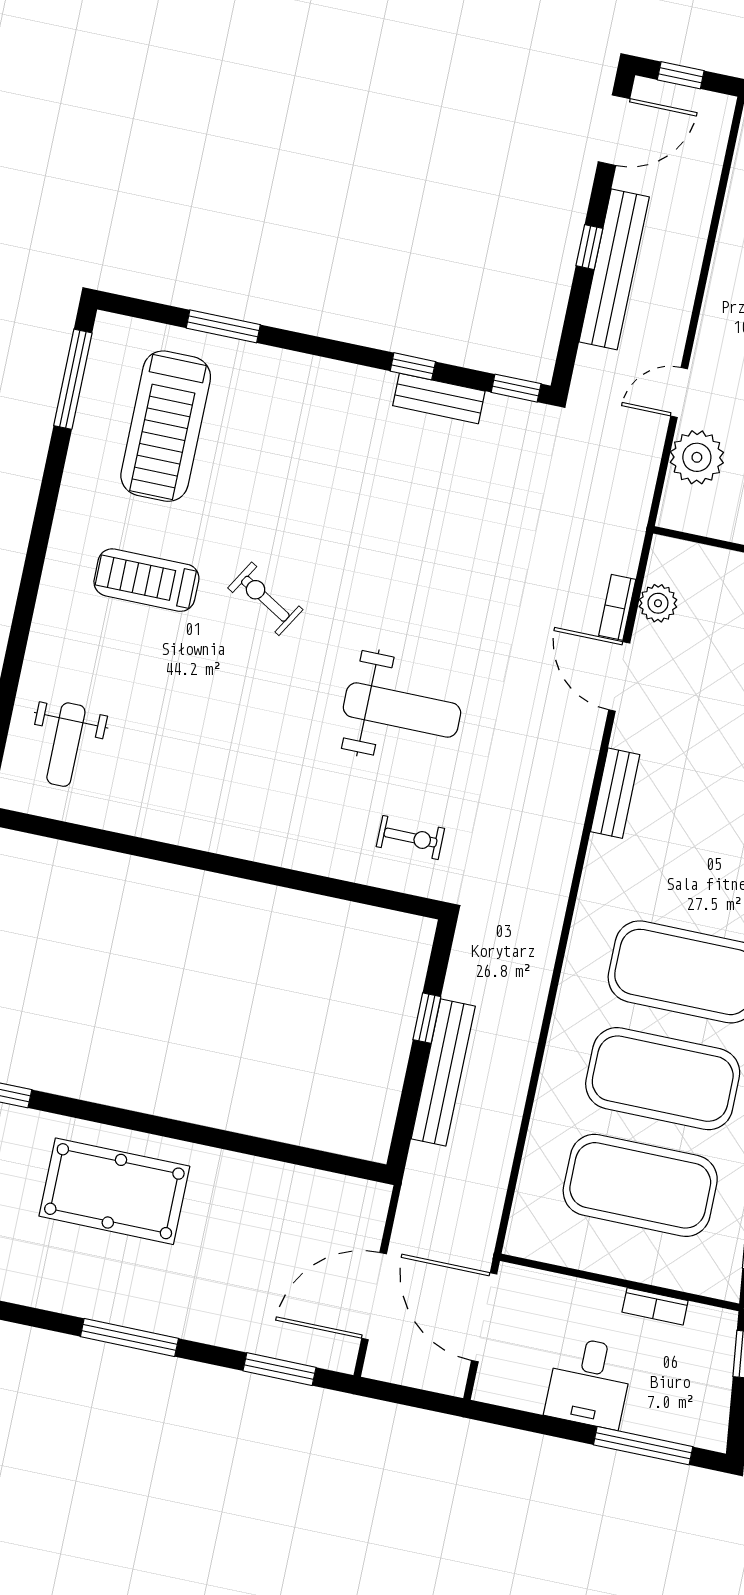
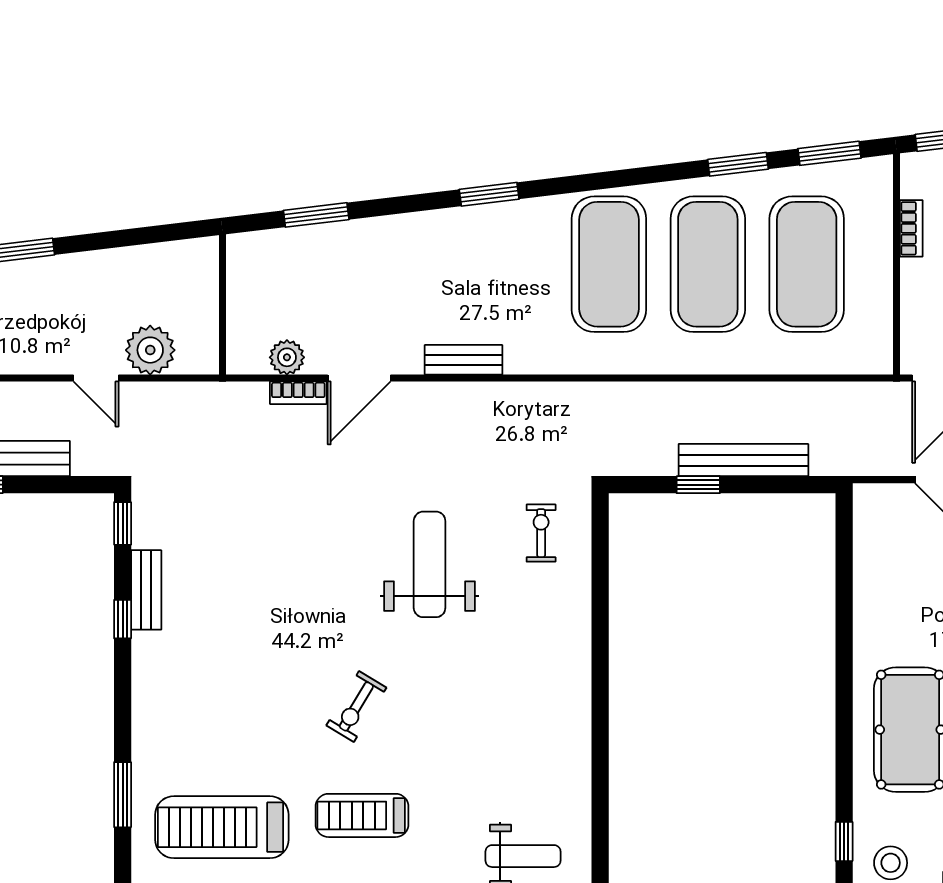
treadmill: (166, 426) -> (222, 827), turned 180
treadmill: (146, 580) -> (362, 815), turned 90

